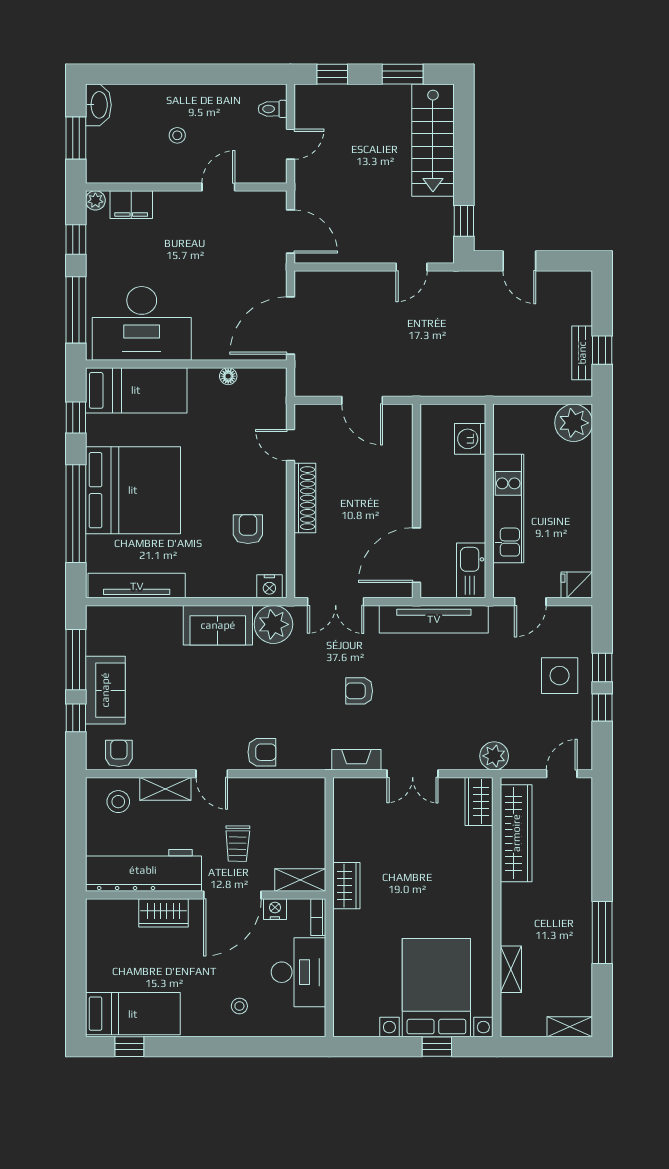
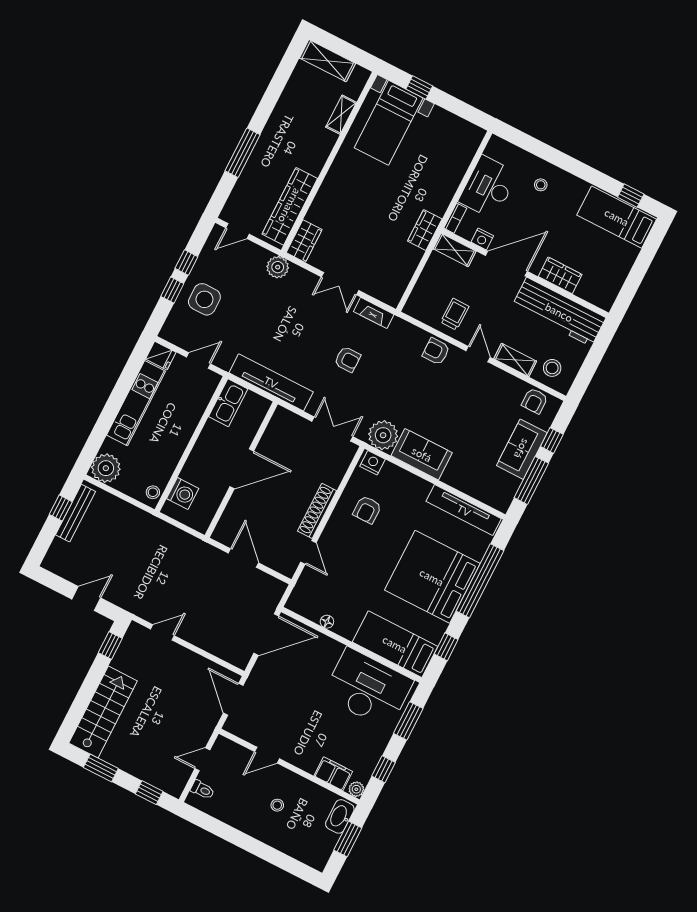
washbasin: (98, 105) -> (340, 816), moved
door: (519, 261) -> (86, 599), hinge flipped
window: (76, 310) -> (408, 721), width x0.69
bench: (582, 353) -> (75, 513), width x1.36
stool: (505, 423) -> (153, 492), added
kitchen unit: (508, 508) -> (136, 403), moved, turned 180
door: (417, 555) -> (242, 469), moved
double door: (413, 774) -> (340, 284), swing flipped
trolley: (238, 844) -> (455, 314), moved
window: (602, 933) -> (243, 153), moved
bed with nightstands: (436, 988) -> (389, 123), width x0.73
shelving: (570, 1027) -> (328, 61), width x1.50, depth x1.33

